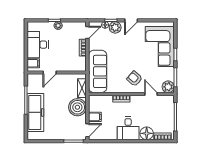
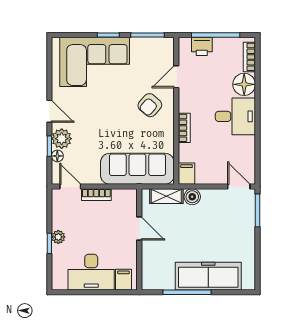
door: (50, 73) -> (139, 229), moved
plant: (168, 87) -> (164, 47), removed
boiler: (77, 107) -> (192, 197), width x0.54, depth x0.54
printer: (169, 109) -> (202, 46), added
filing cabinet: (95, 117) -> (187, 174), moved

